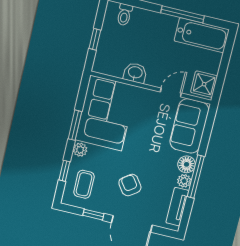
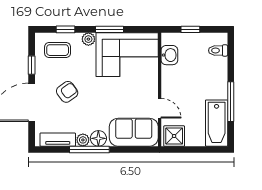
washbasin: (135, 73) -> (169, 55), moved

